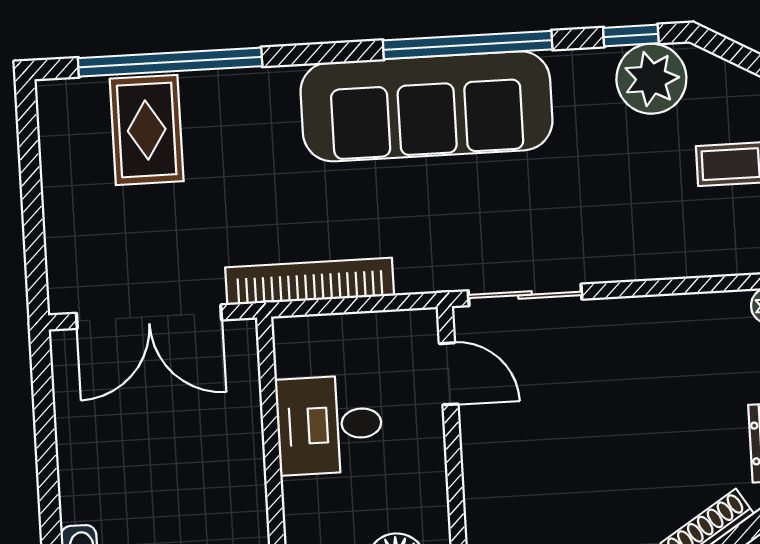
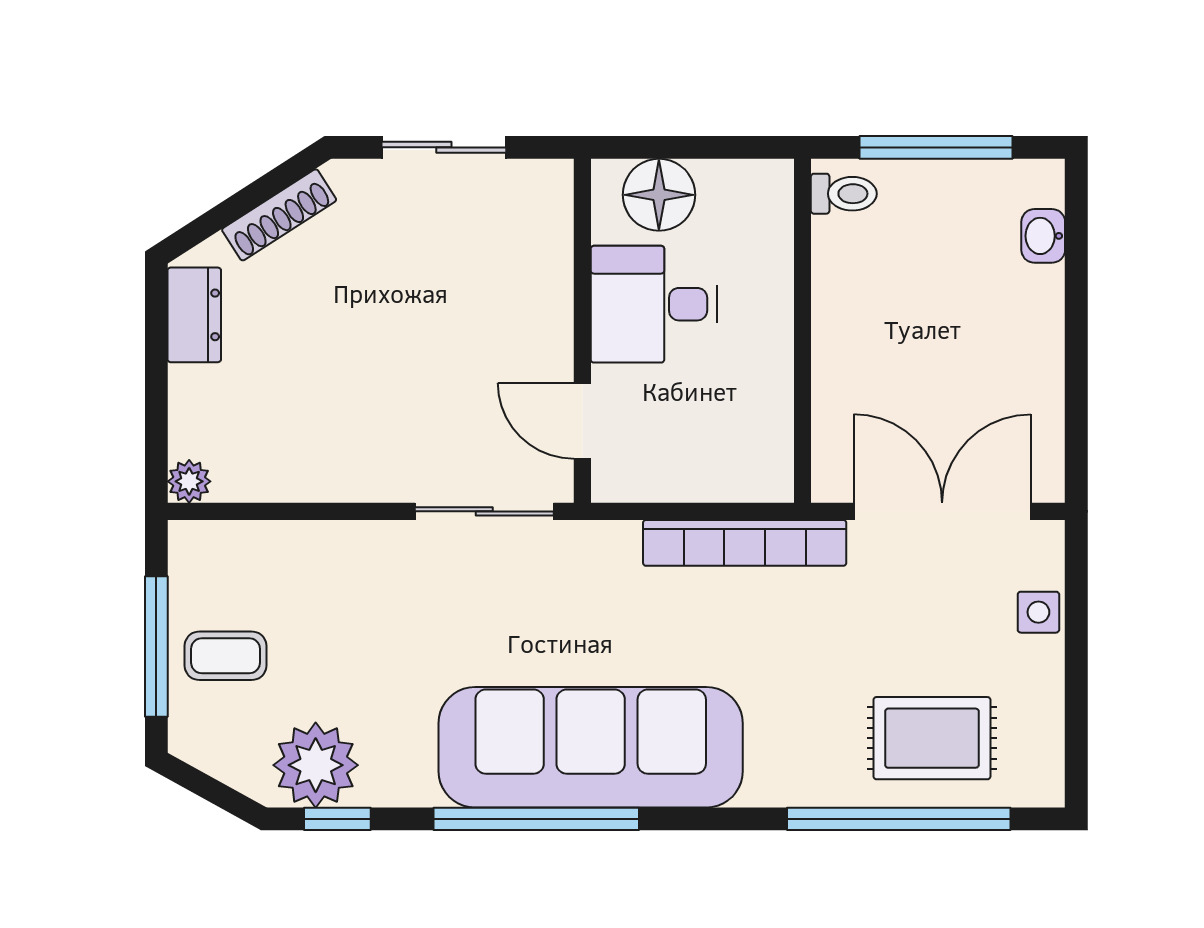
rug: (147, 130) -> (932, 738), turned 90
side table: (65, 238) -> (1038, 612), added
desk: (329, 425) -> (654, 304), moved, turned 180

